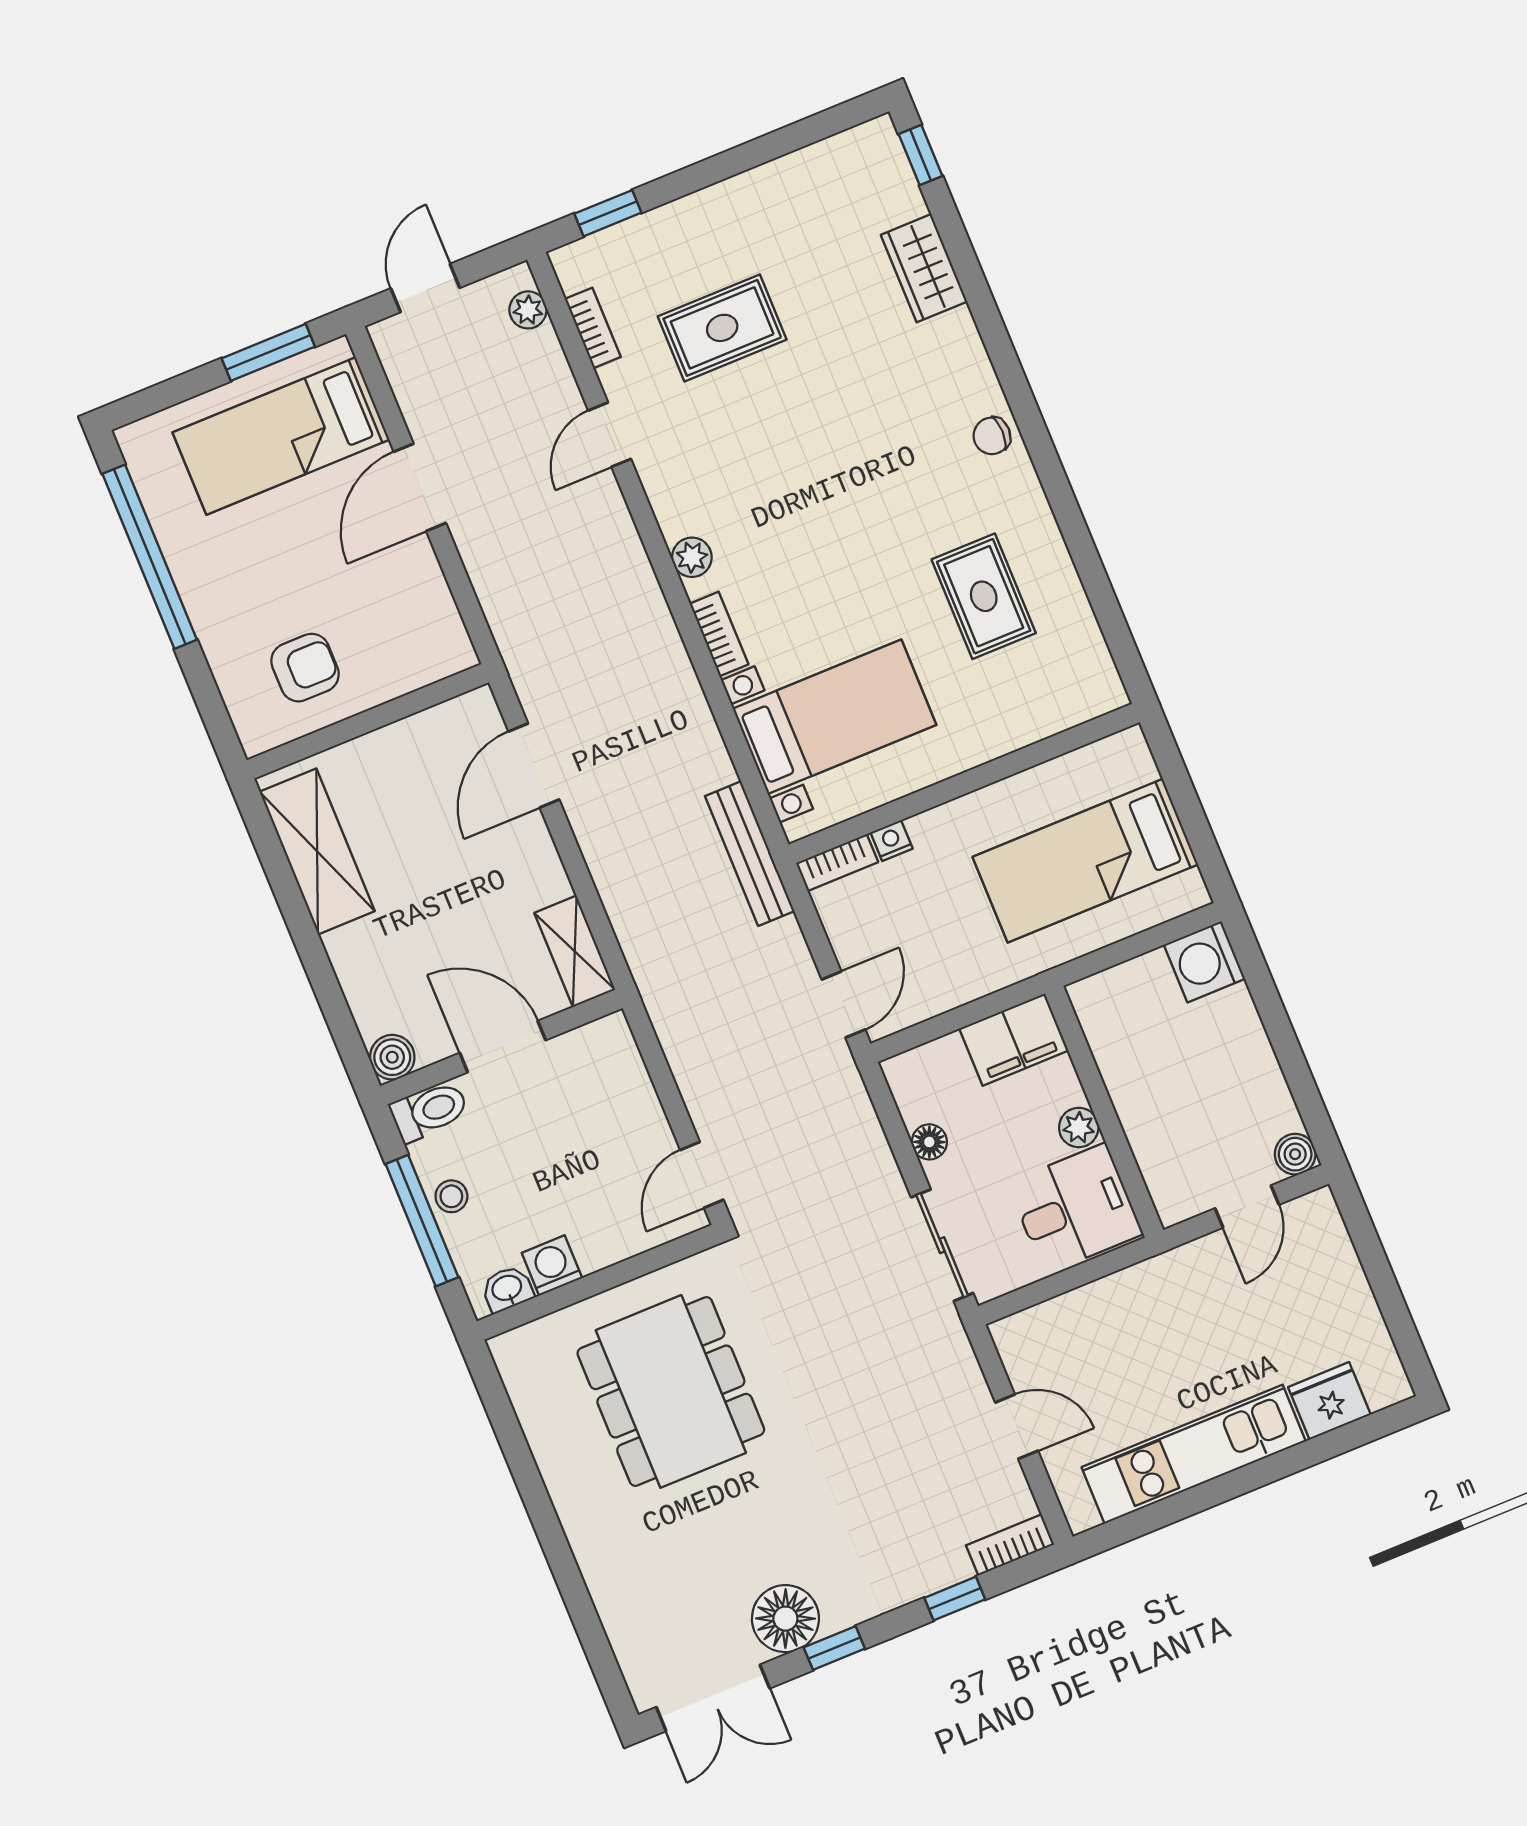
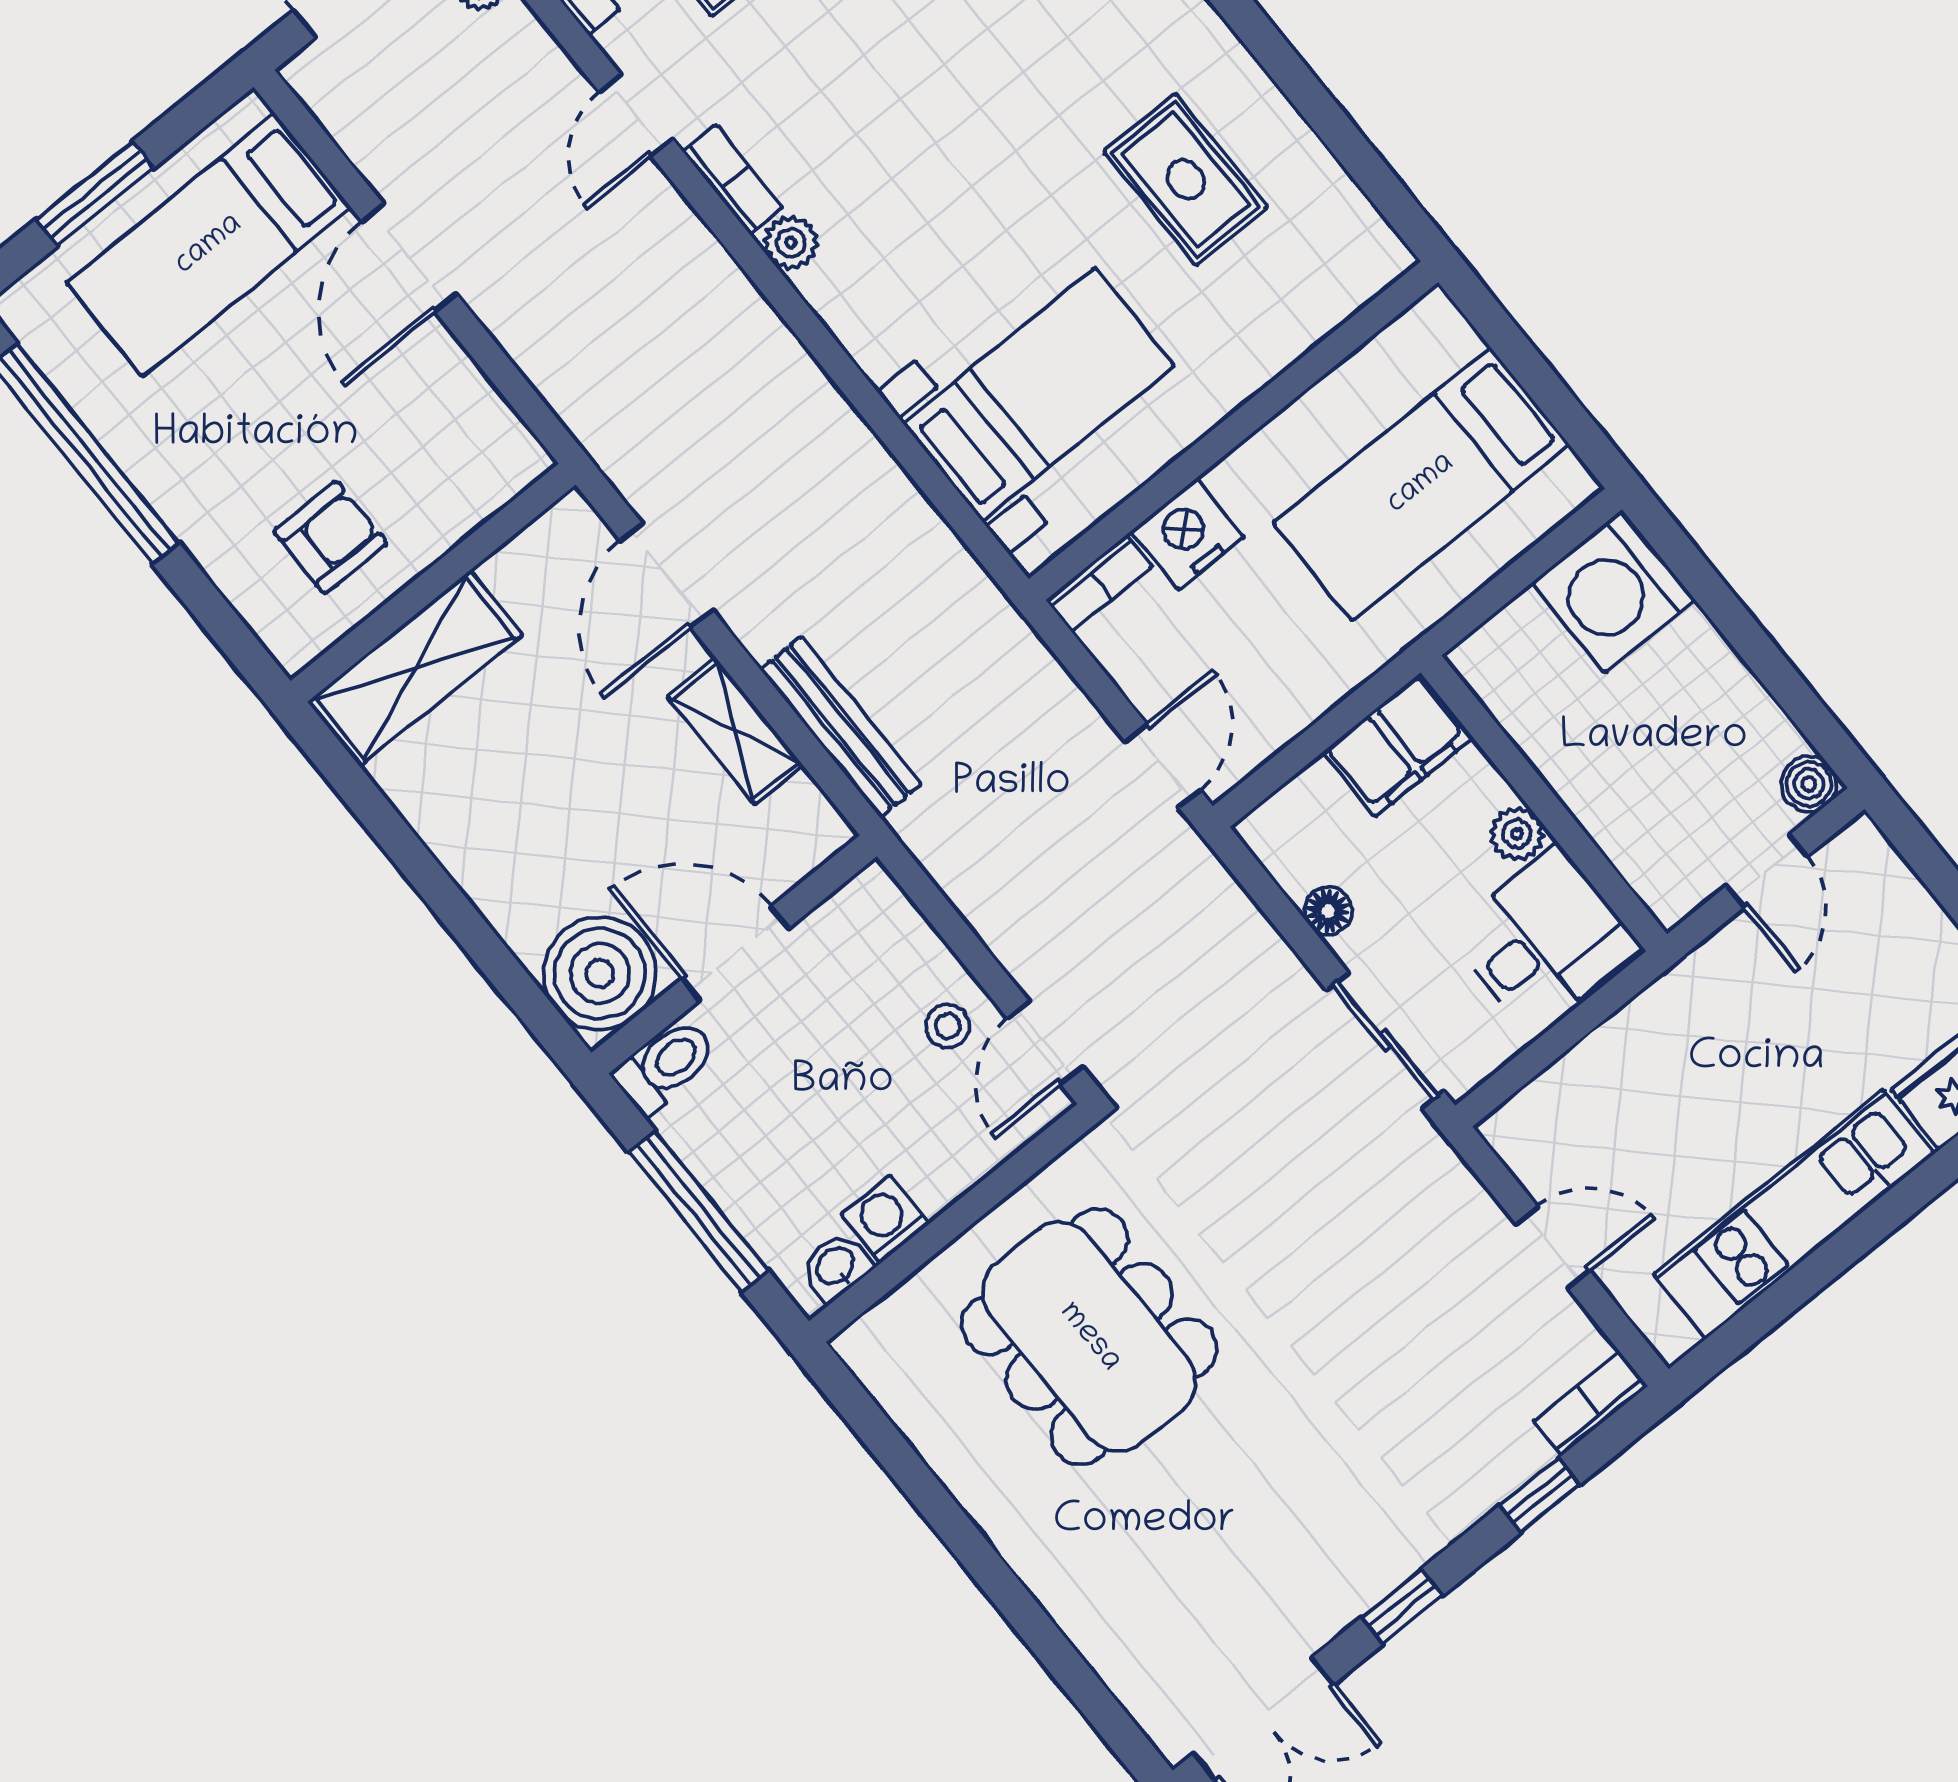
window: (268, 352) -> (95, 194), moved
bookcase: (719, 634) -> (733, 179), moved
nightstand: (892, 841) -> (1187, 534), width x1.89, depth x1.79
shelving: (317, 851) -> (415, 668), moved, turned 90
bench: (750, 854) -> (841, 727), moved
shelving: (575, 951) -> (735, 731), moved
washing machine: (1204, 962) -> (1613, 591), width x1.37, depth x1.37
boiler: (392, 1057) -> (600, 973), width x1.86, depth x1.86
stool: (451, 1196) -> (948, 1026), moved
floor lamp: (785, 1619) -> (1327, 1587), removed

